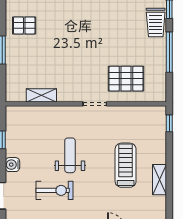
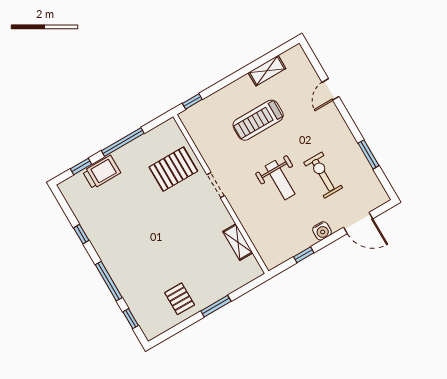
pallet: (126, 79) -> (173, 169), turned 90
weight bench: (70, 155) -> (280, 180), turned -90
shelving: (159, 180) -> (267, 71), moved

